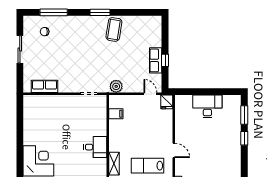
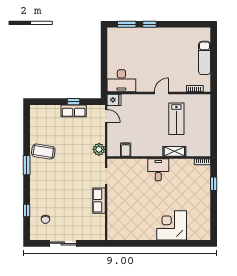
window: (54, 12) -> (27, 210), width x0.46
row of seats: (44, 86) -> (99, 201), moved
door: (150, 94) -> (106, 116), swing flipped
desk: (207, 106) -> (121, 81), moved, turned -90

